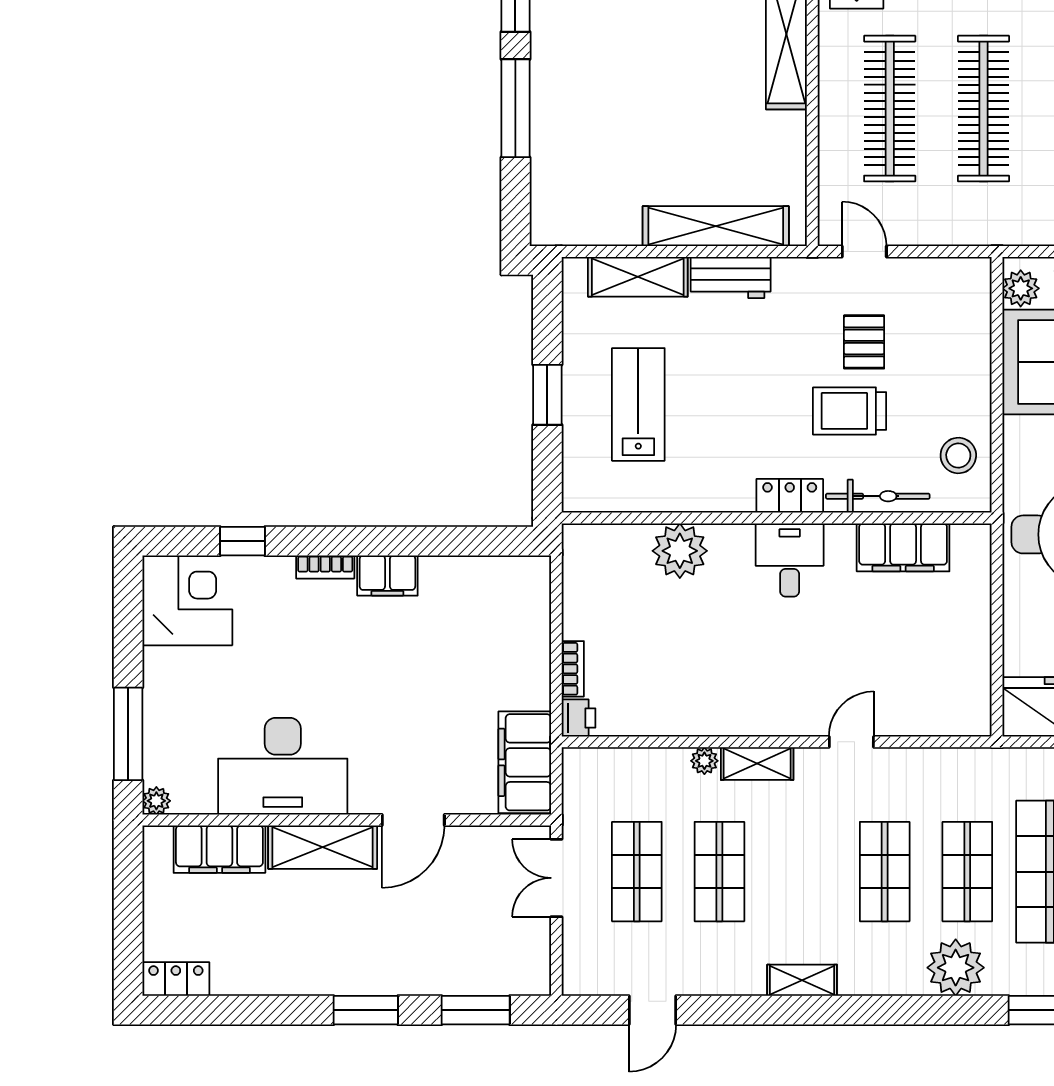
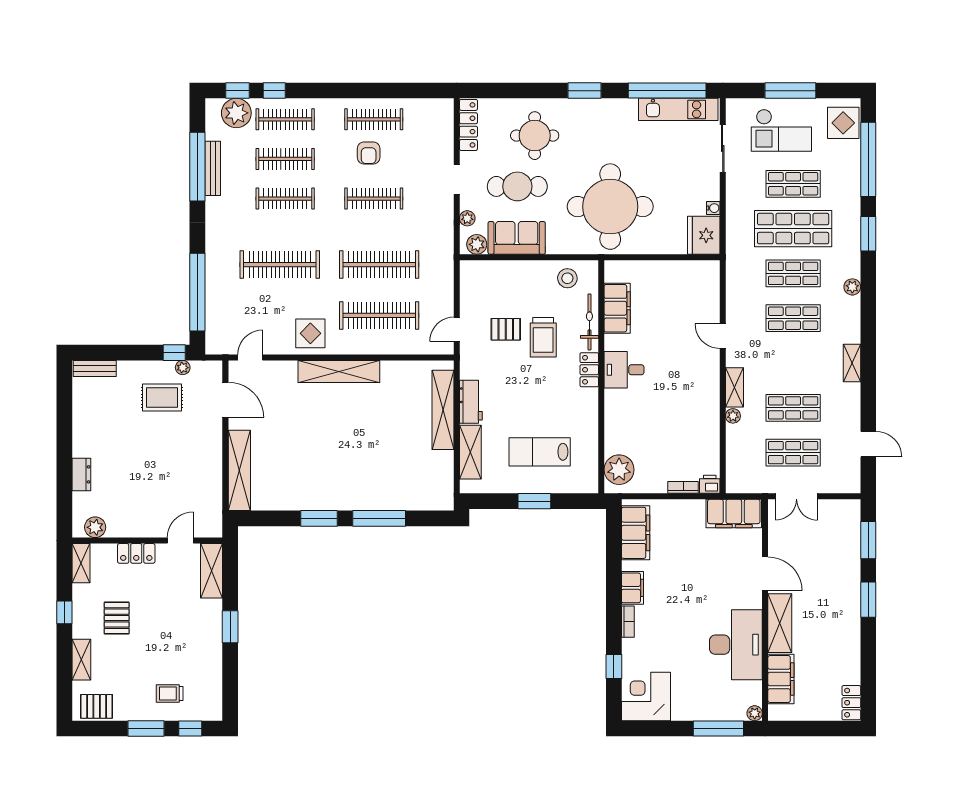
plant: (680, 551) -> (619, 470), moved
filing cabinet: (489, 581) -> (636, 533), added
plant: (956, 968) -> (852, 287), width x0.53, depth x0.53

